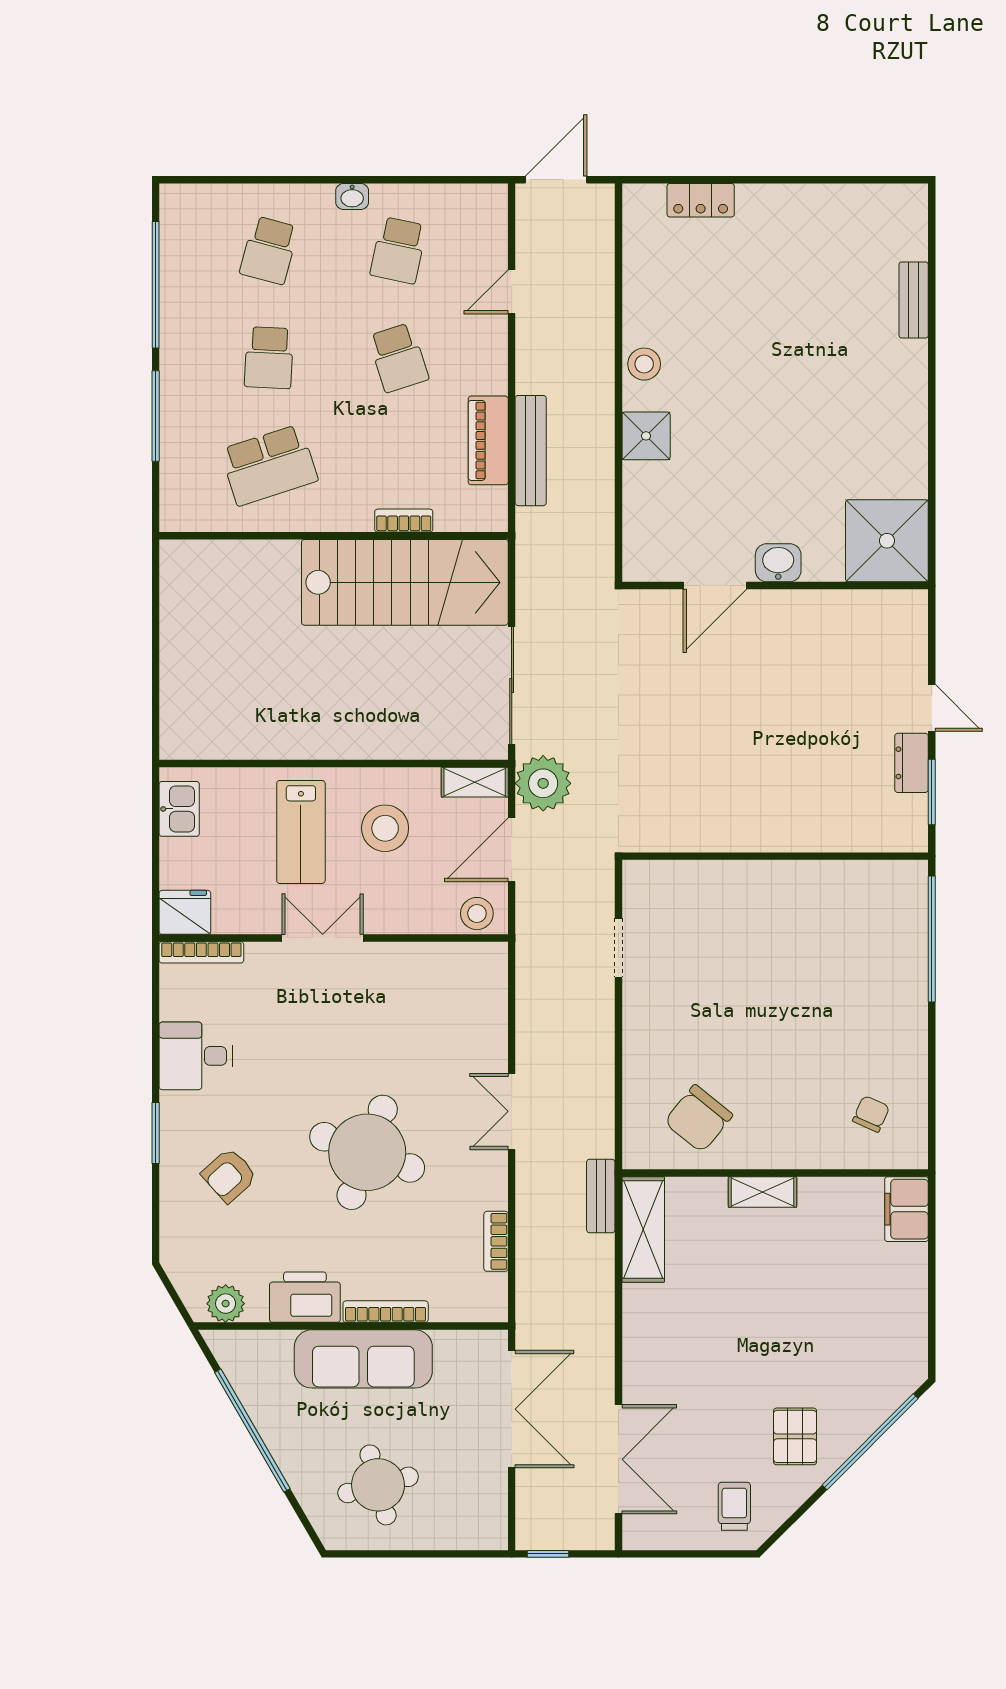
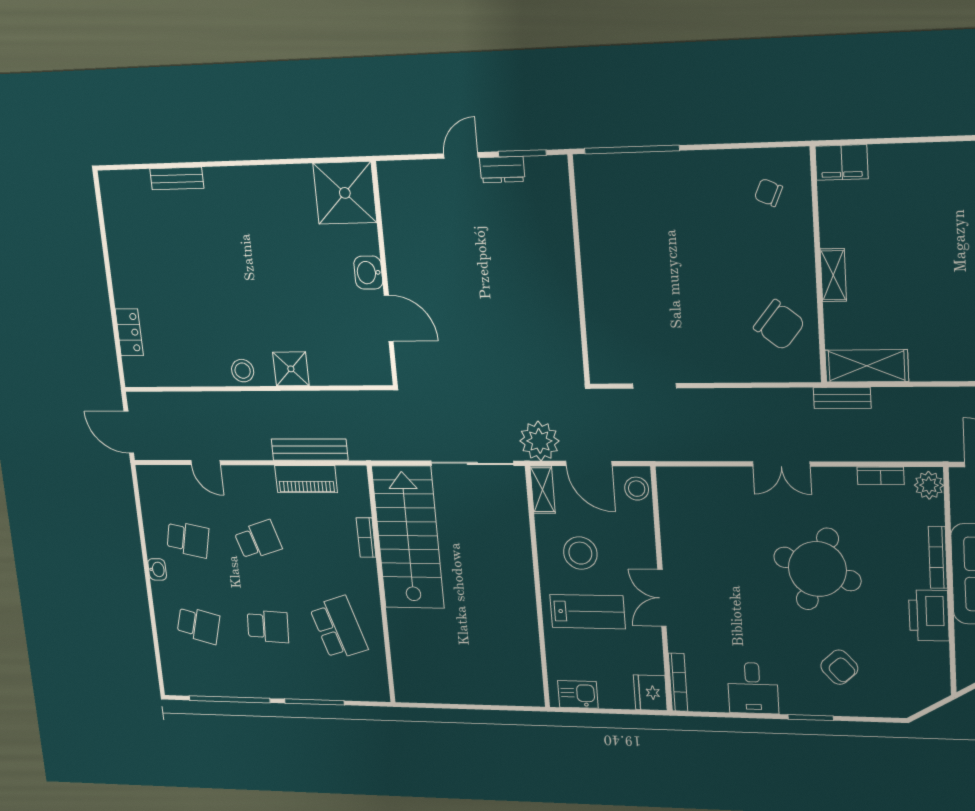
plant: (226, 1304) -> (929, 485), moved

